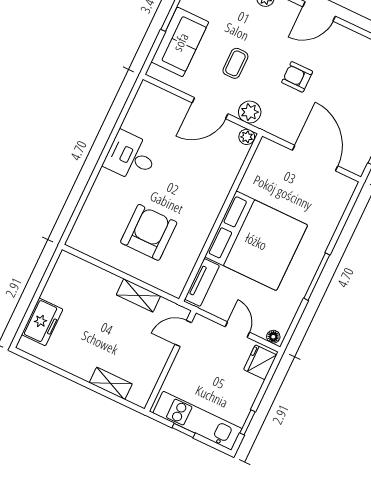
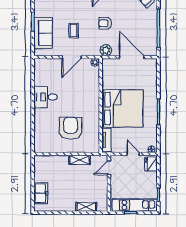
plant: (250, 112) -> (106, 50), moved

